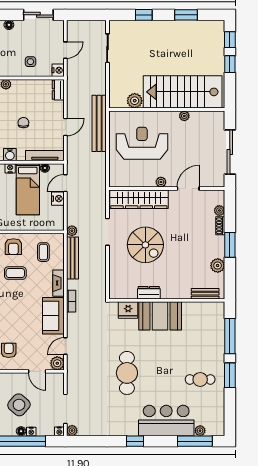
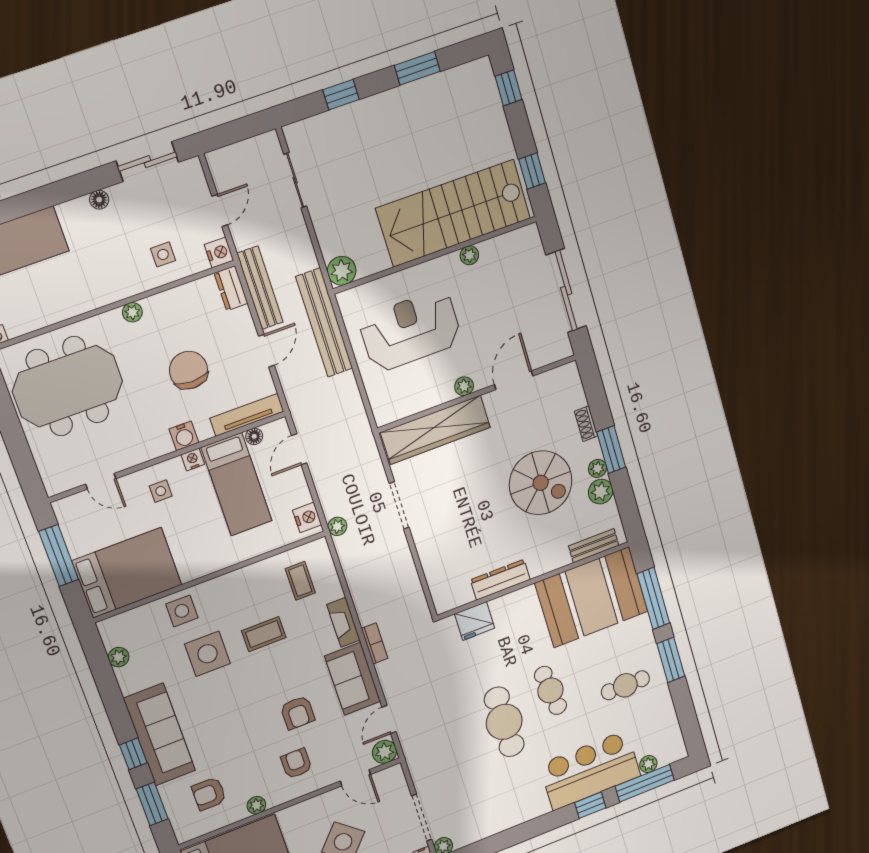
window: (230, 64) -> (532, 171), moved
plant: (135, 101) -> (342, 271), moved
chair: (23, 123) -> (188, 370), width x1.87, depth x1.87
nightstand: (58, 199) -> (307, 517), moved
plant: (219, 211) -> (597, 468), moved
spiral stairs: (145, 245) -> (541, 483), moved
armchair: (13, 247) -> (298, 713), moved
bench: (73, 258) -> (260, 288), moved
dresser: (149, 293) -> (500, 580), width x1.44
booth: (160, 316) -> (592, 597), moved, width x1.36, depth x1.42
cafe table: (158, 365) -> (550, 690), added
window: (135, 441) -> (590, 805), moved

